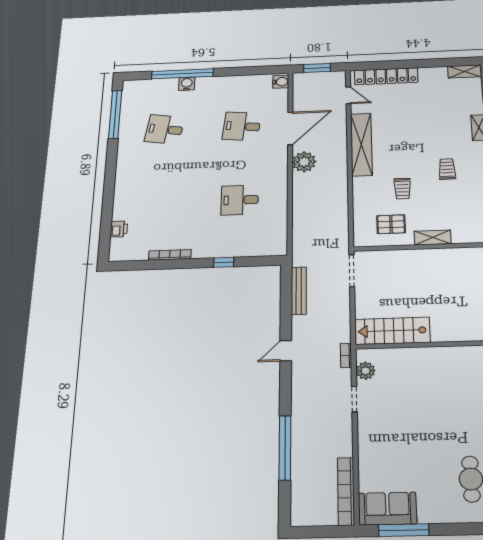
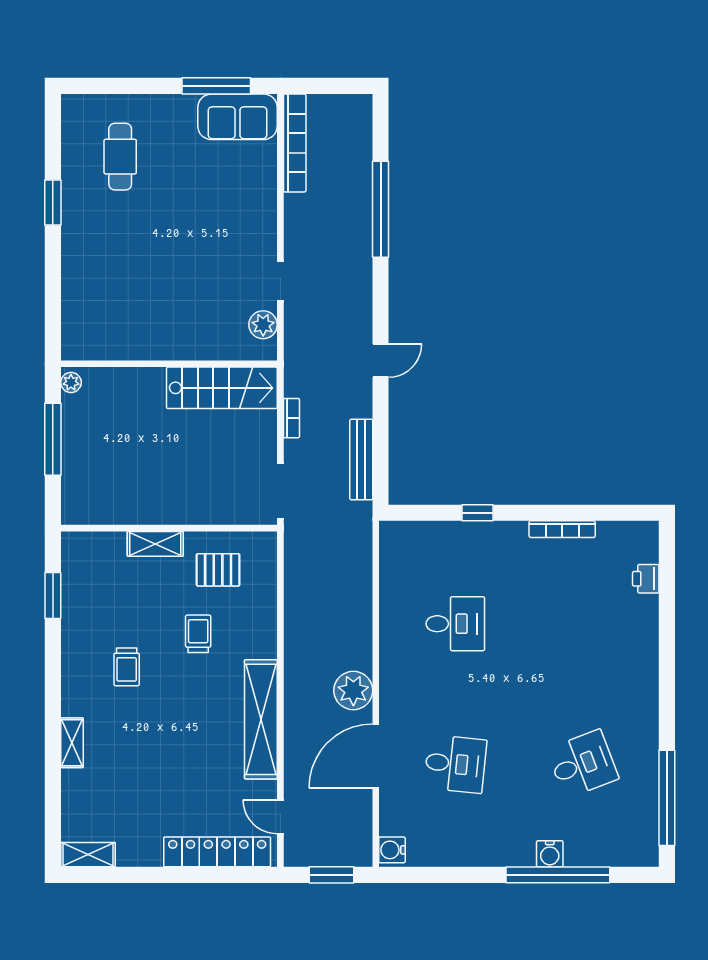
desk: (165, 129) -> (583, 764), turned -30
bookcase: (346, 355) -> (291, 418), moved

